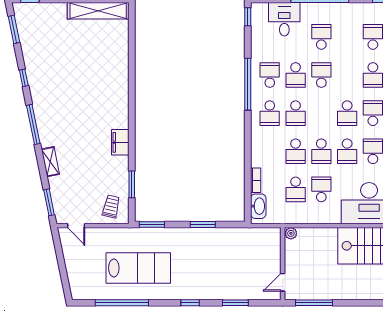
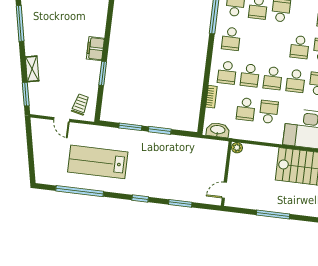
school desk: (296, 113) -> (227, 73), moved
shelving: (50, 162) -> (32, 69), moved
window: (132, 184) -> (103, 73), moved
washbasin: (258, 206) -> (218, 130), moved, turned -90
window: (152, 224) -> (130, 127), moved
door: (76, 226) -> (62, 120), moved
lab bench: (138, 268) -> (98, 162), turned 180
window: (314, 303) -> (273, 215), moved

